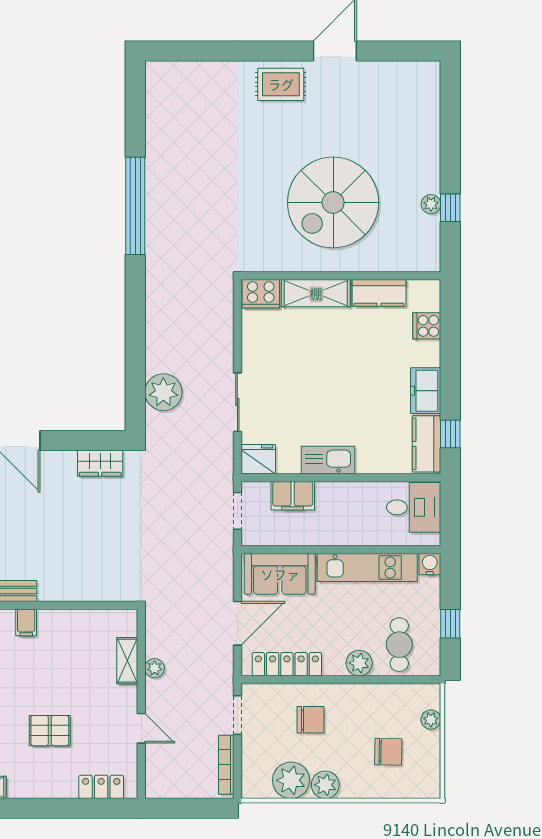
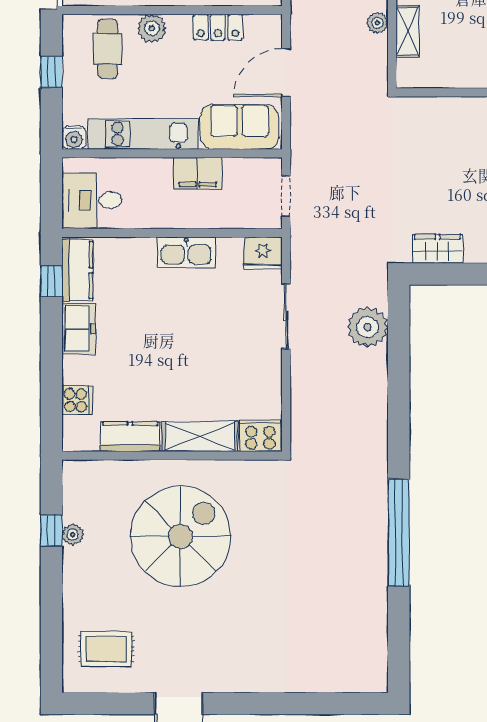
rug: (281, 84) -> (106, 649), moved
filing cabinet: (293, 496) -> (198, 173), moved, turned 180
locker: (287, 664) -> (218, 27), width x0.66

